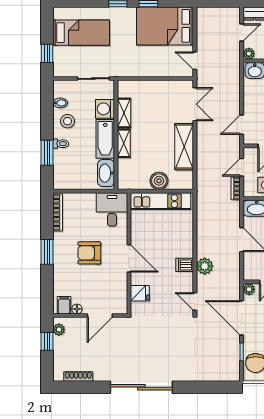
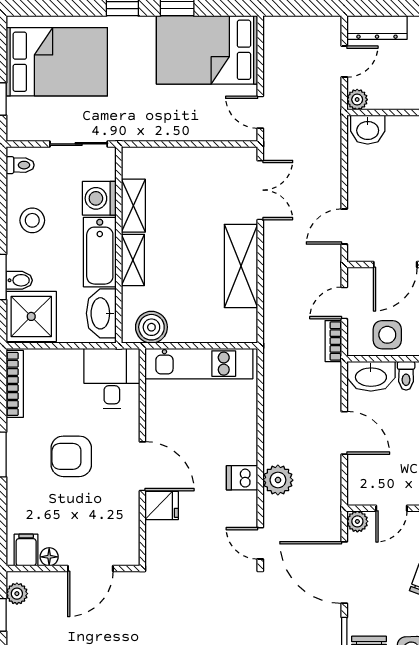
bed: (81, 33) -> (57, 62), width x1.50
bidet: (60, 103) -> (19, 280), moved
toilet: (61, 144) -> (20, 165), moved
shower: (67, 175) -> (31, 316), added
boiler: (159, 181) -> (151, 327), moved
fridge: (140, 293) -> (162, 506), moved

